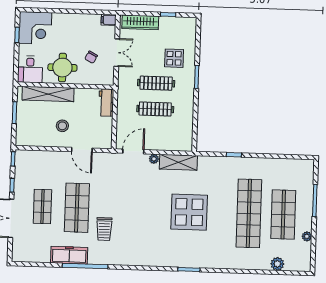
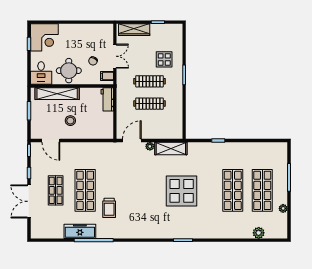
filing cabinet: (109, 20) -> (107, 76), moved
door: (82, 150) -> (51, 141), moved
shop shelf: (249, 213) -> (233, 190), width x0.71

